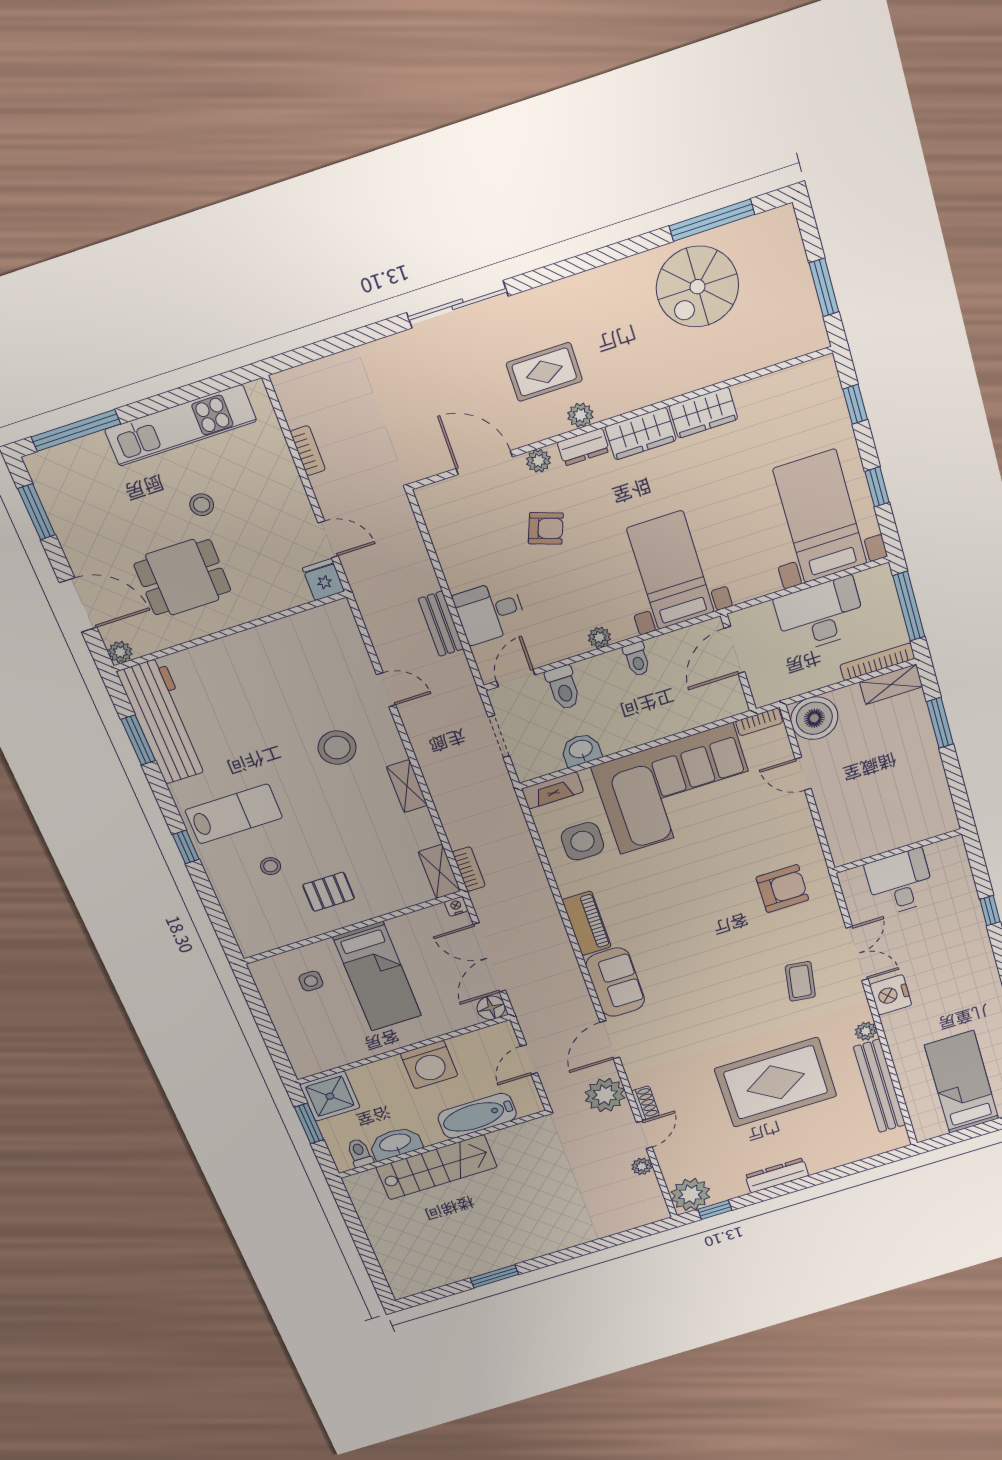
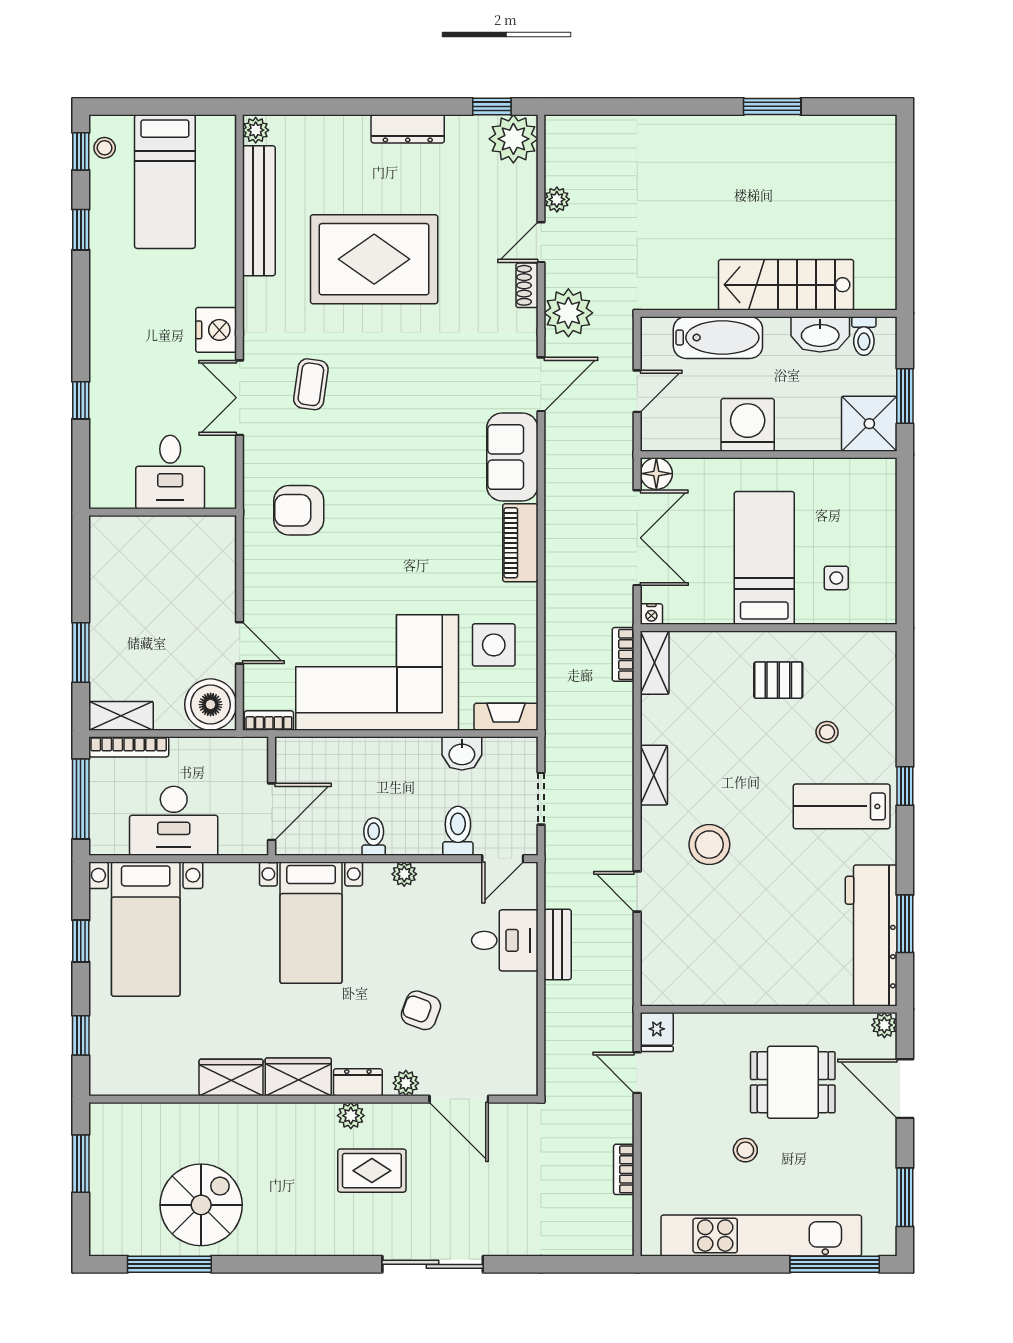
kitchen unit: (181, 425) -> (761, 1236), width x1.36
plant: (866, 1031) -> (256, 130), moved

